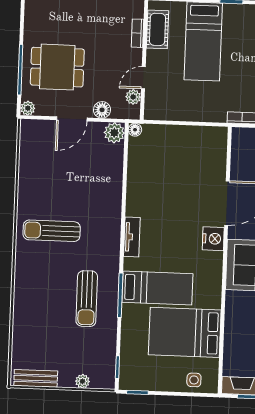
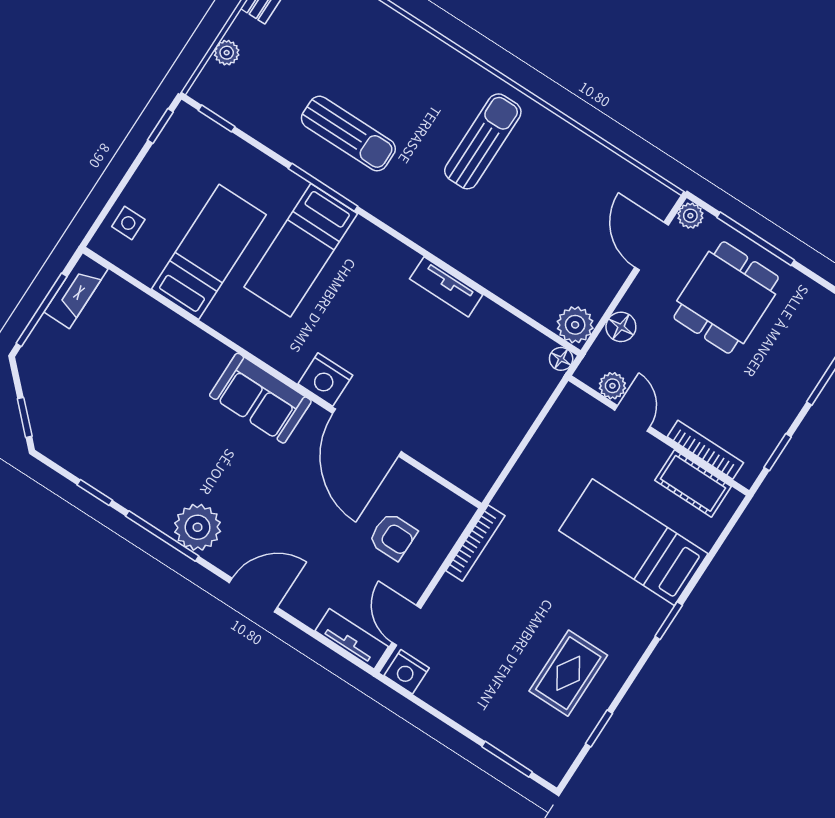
bookcase: (138, 33) -> (705, 450), width x1.56
door: (72, 119) -> (652, 246), moved
tv unit: (132, 237) -> (446, 287), moved
sun lounger: (87, 299) -> (348, 134), turned 180
bed: (185, 332) -> (209, 252), width x0.67

